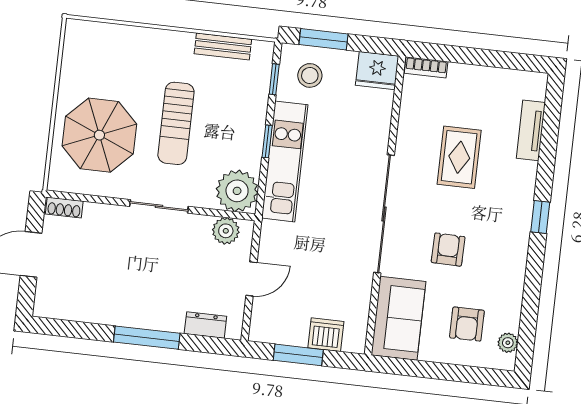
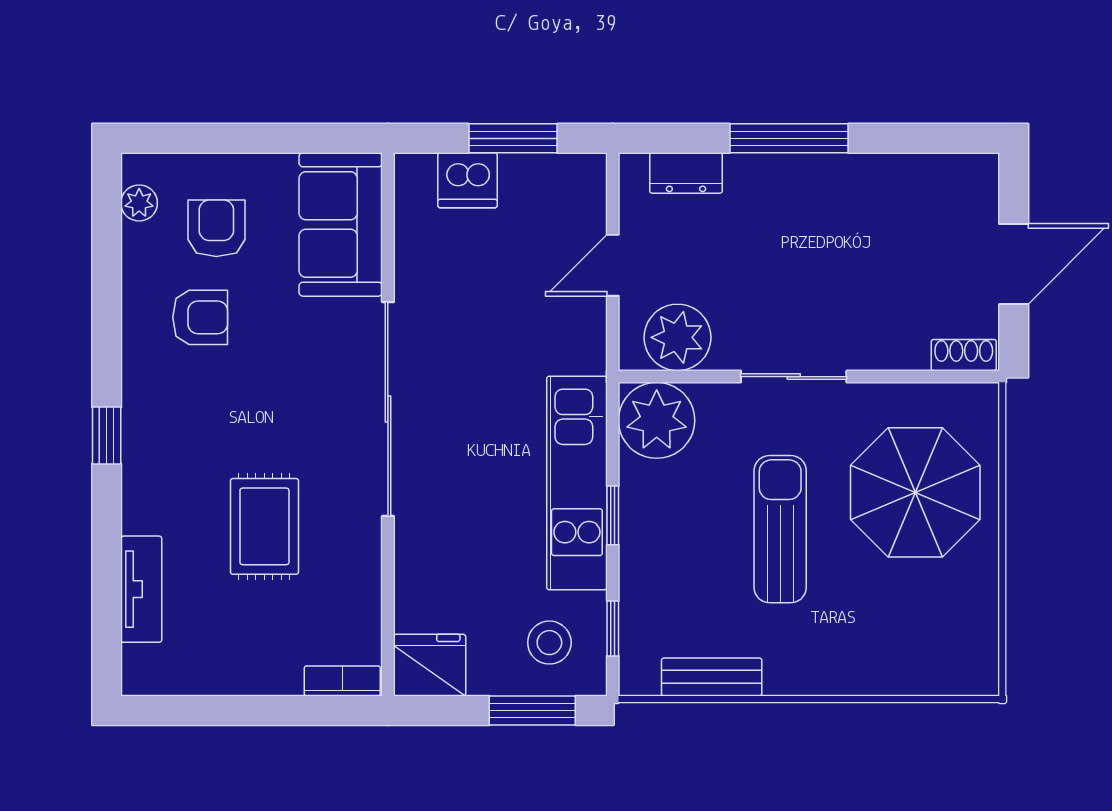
plant: (226, 231) -> (678, 337), width x1.36, depth x1.36
armchair: (448, 250) -> (200, 317), moved, turned -91

